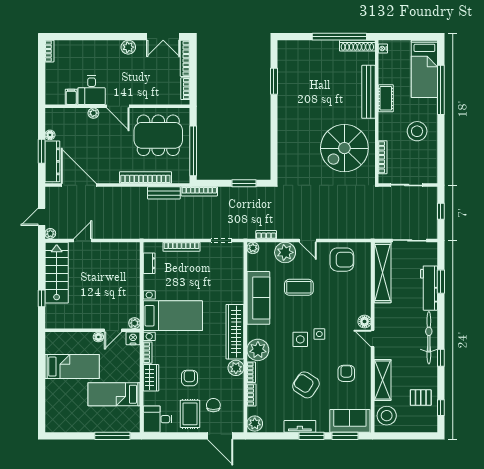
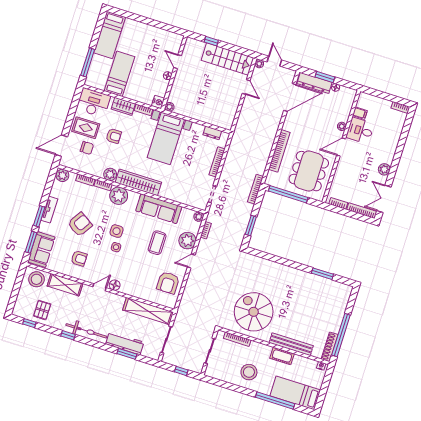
bench: (164, 193) -> (263, 161), removed
door: (113, 330) -> (178, 62), moved
bed: (72, 367) -> (110, 35), moved
desk: (158, 419) -> (93, 103), width x1.37

